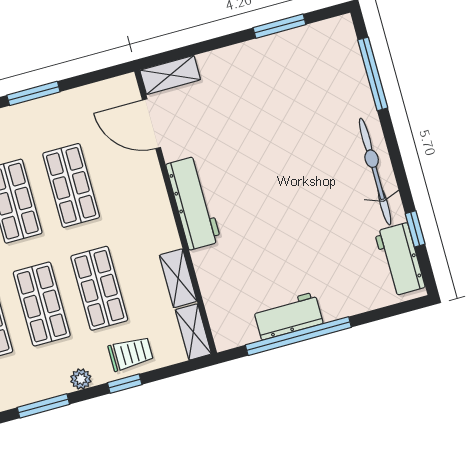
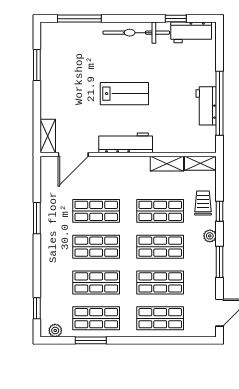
lab bench: (272, 179) -> (124, 94), added

